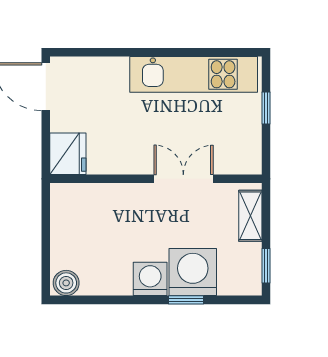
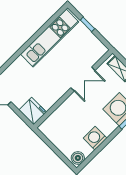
double door: (183, 179) -> (83, 79), swing flipped
washing machine: (150, 279) -> (95, 138), moved

